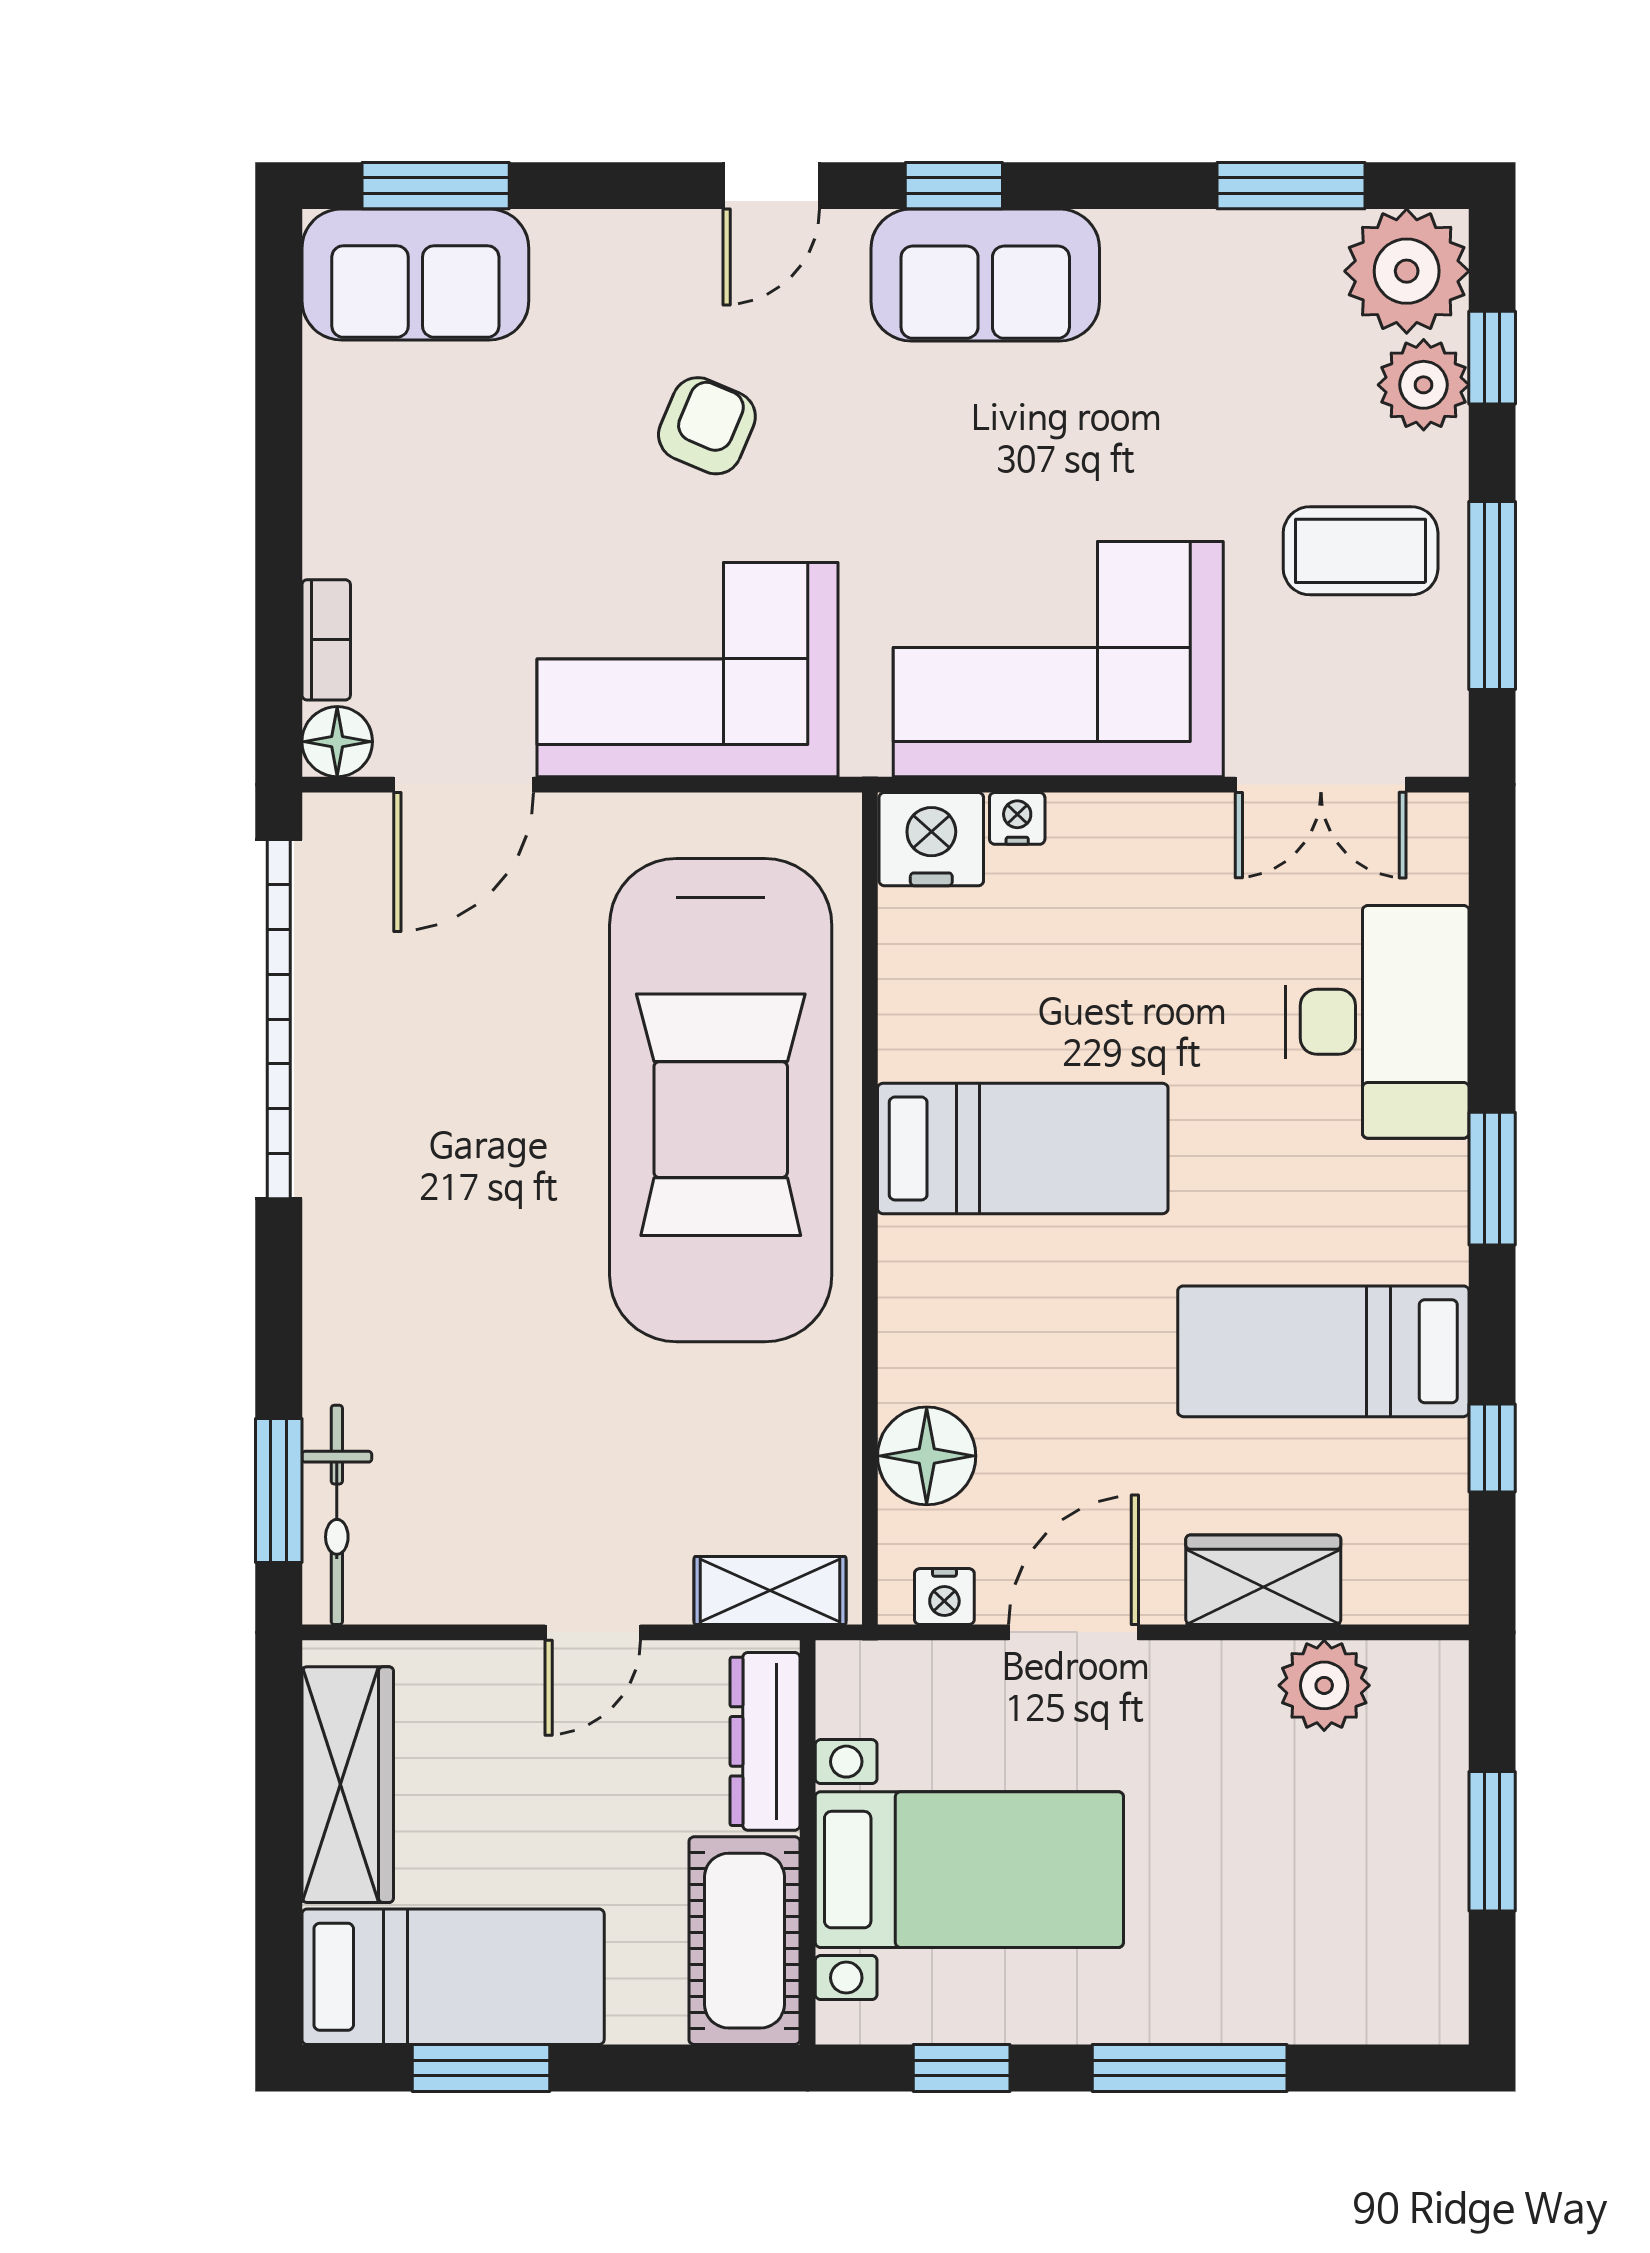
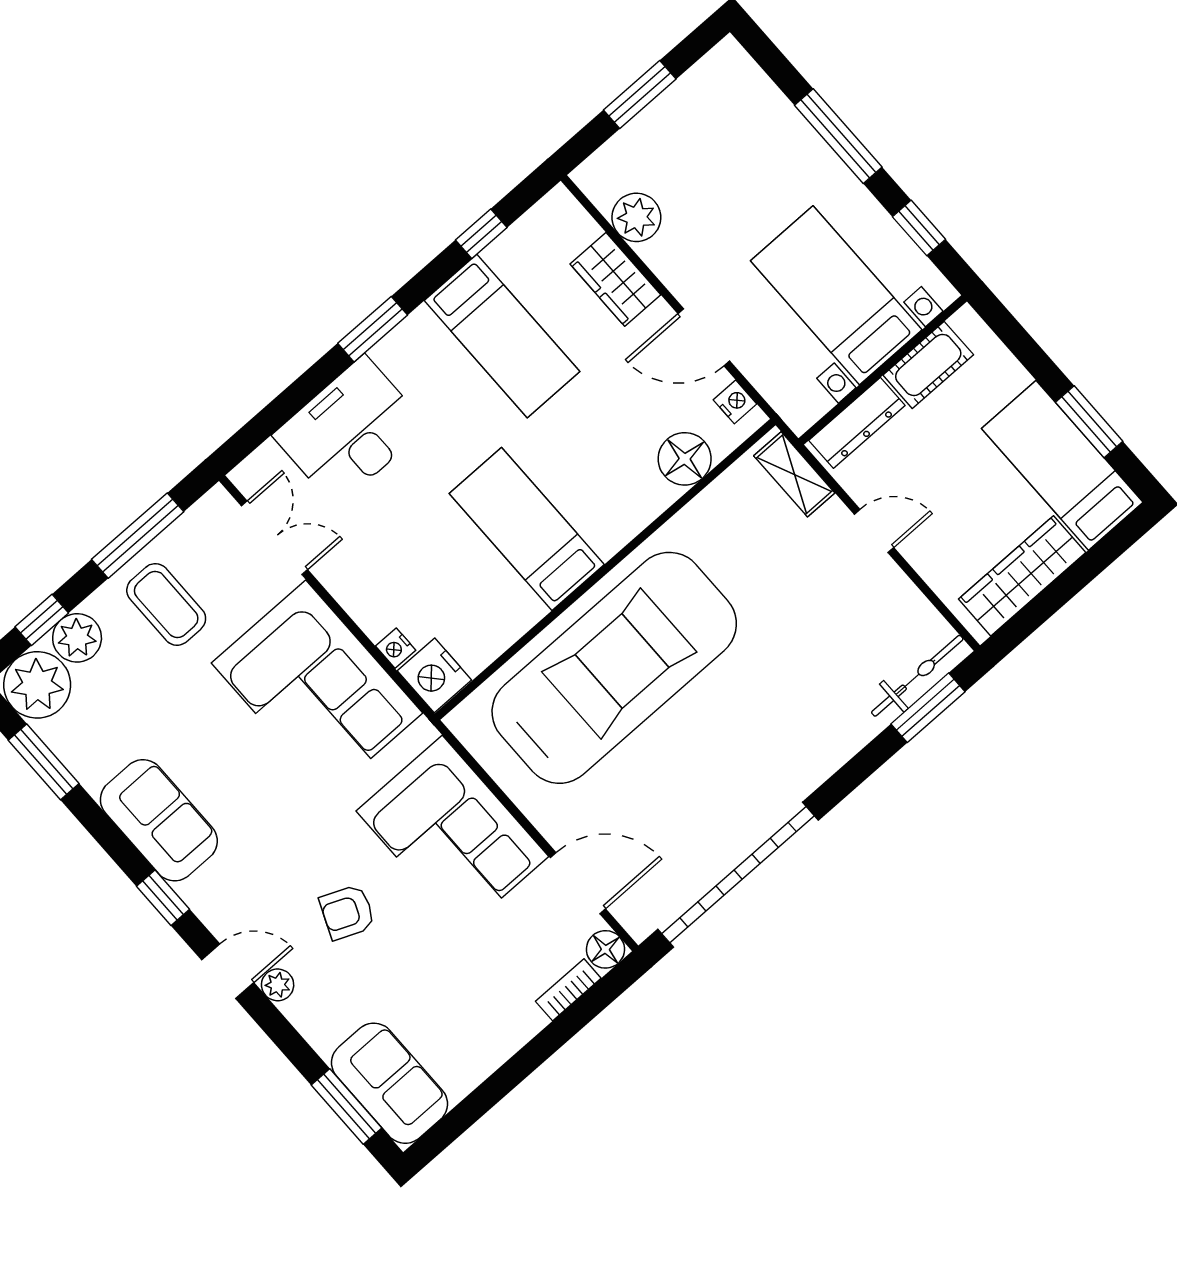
plant: (691, 239) -> (278, 985), added
sofa: (985, 275) -> (159, 820), moved
cot: (744, 1941) -> (928, 365), width x0.73, depth x0.75

